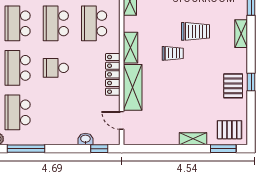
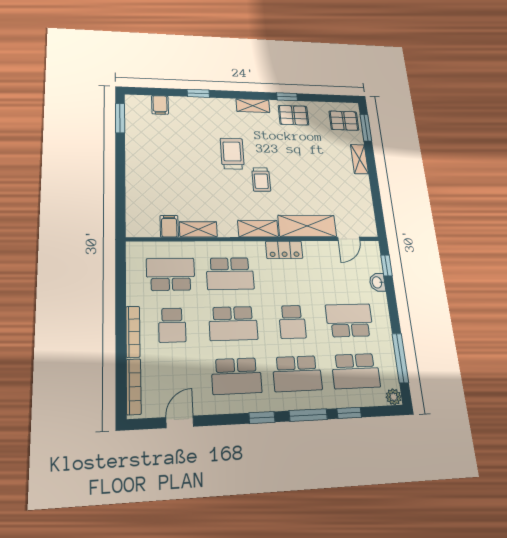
shelving: (241, 34) -> (253, 106), moved
trolley: (173, 53) -> (261, 180), turned 180
locker: (113, 74) -> (284, 250), width x0.66
school desk: (56, 112) -> (349, 320), added
pallet: (229, 130) -> (344, 121), turned 90

